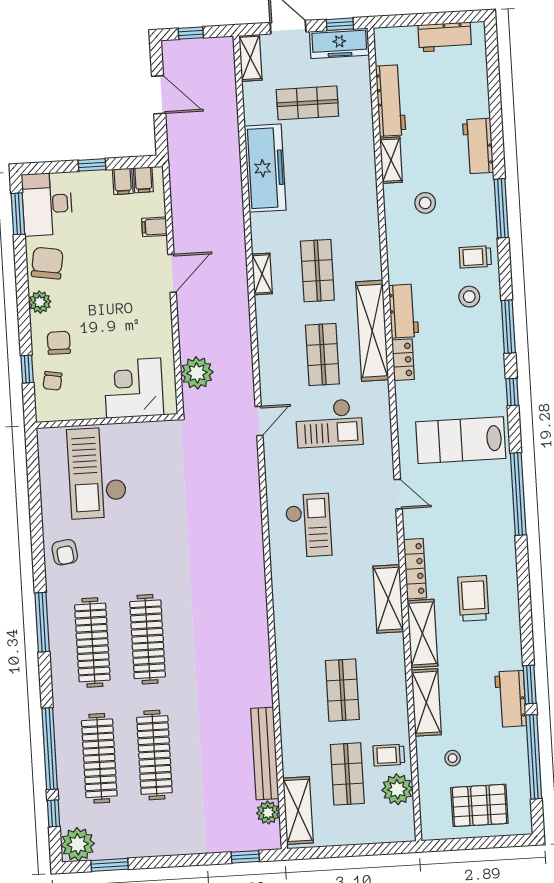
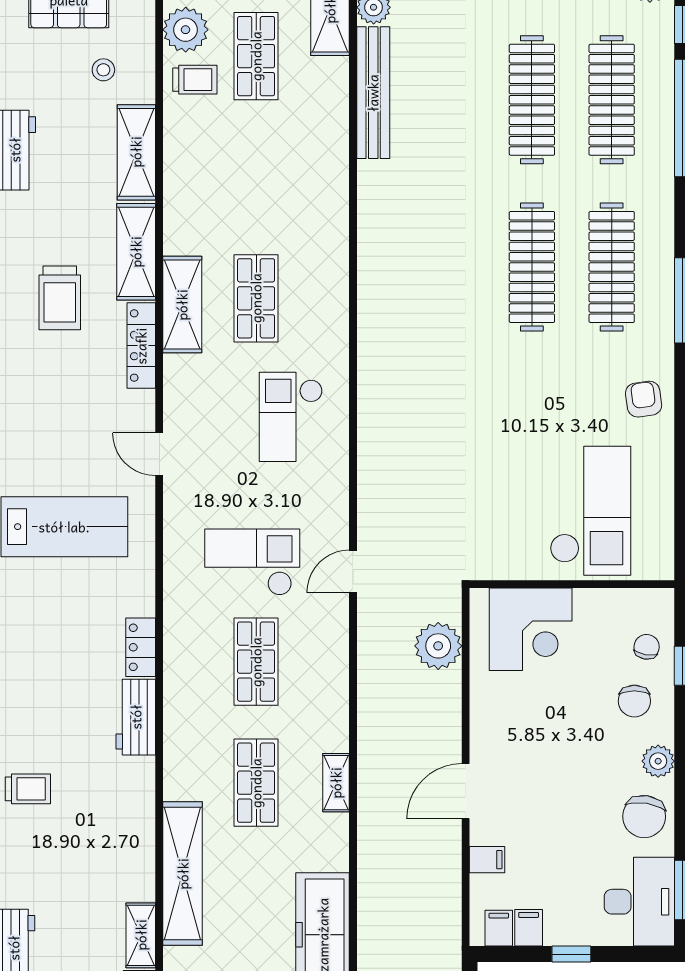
stool: (425, 203) -> (95, 871), removed
stool: (469, 297) -> (40, 732), removed
shelving: (372, 331) -> (183, 874), moved
shop shelf: (342, 690) -> (256, 298), moved

